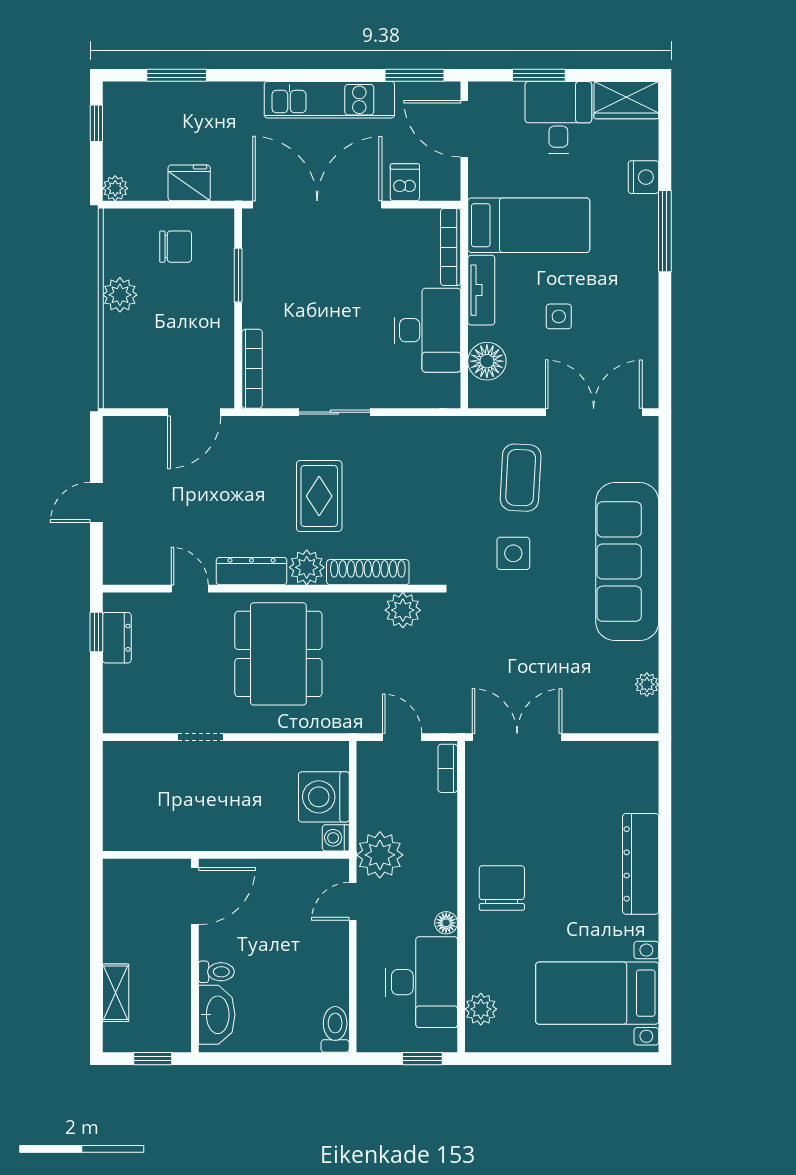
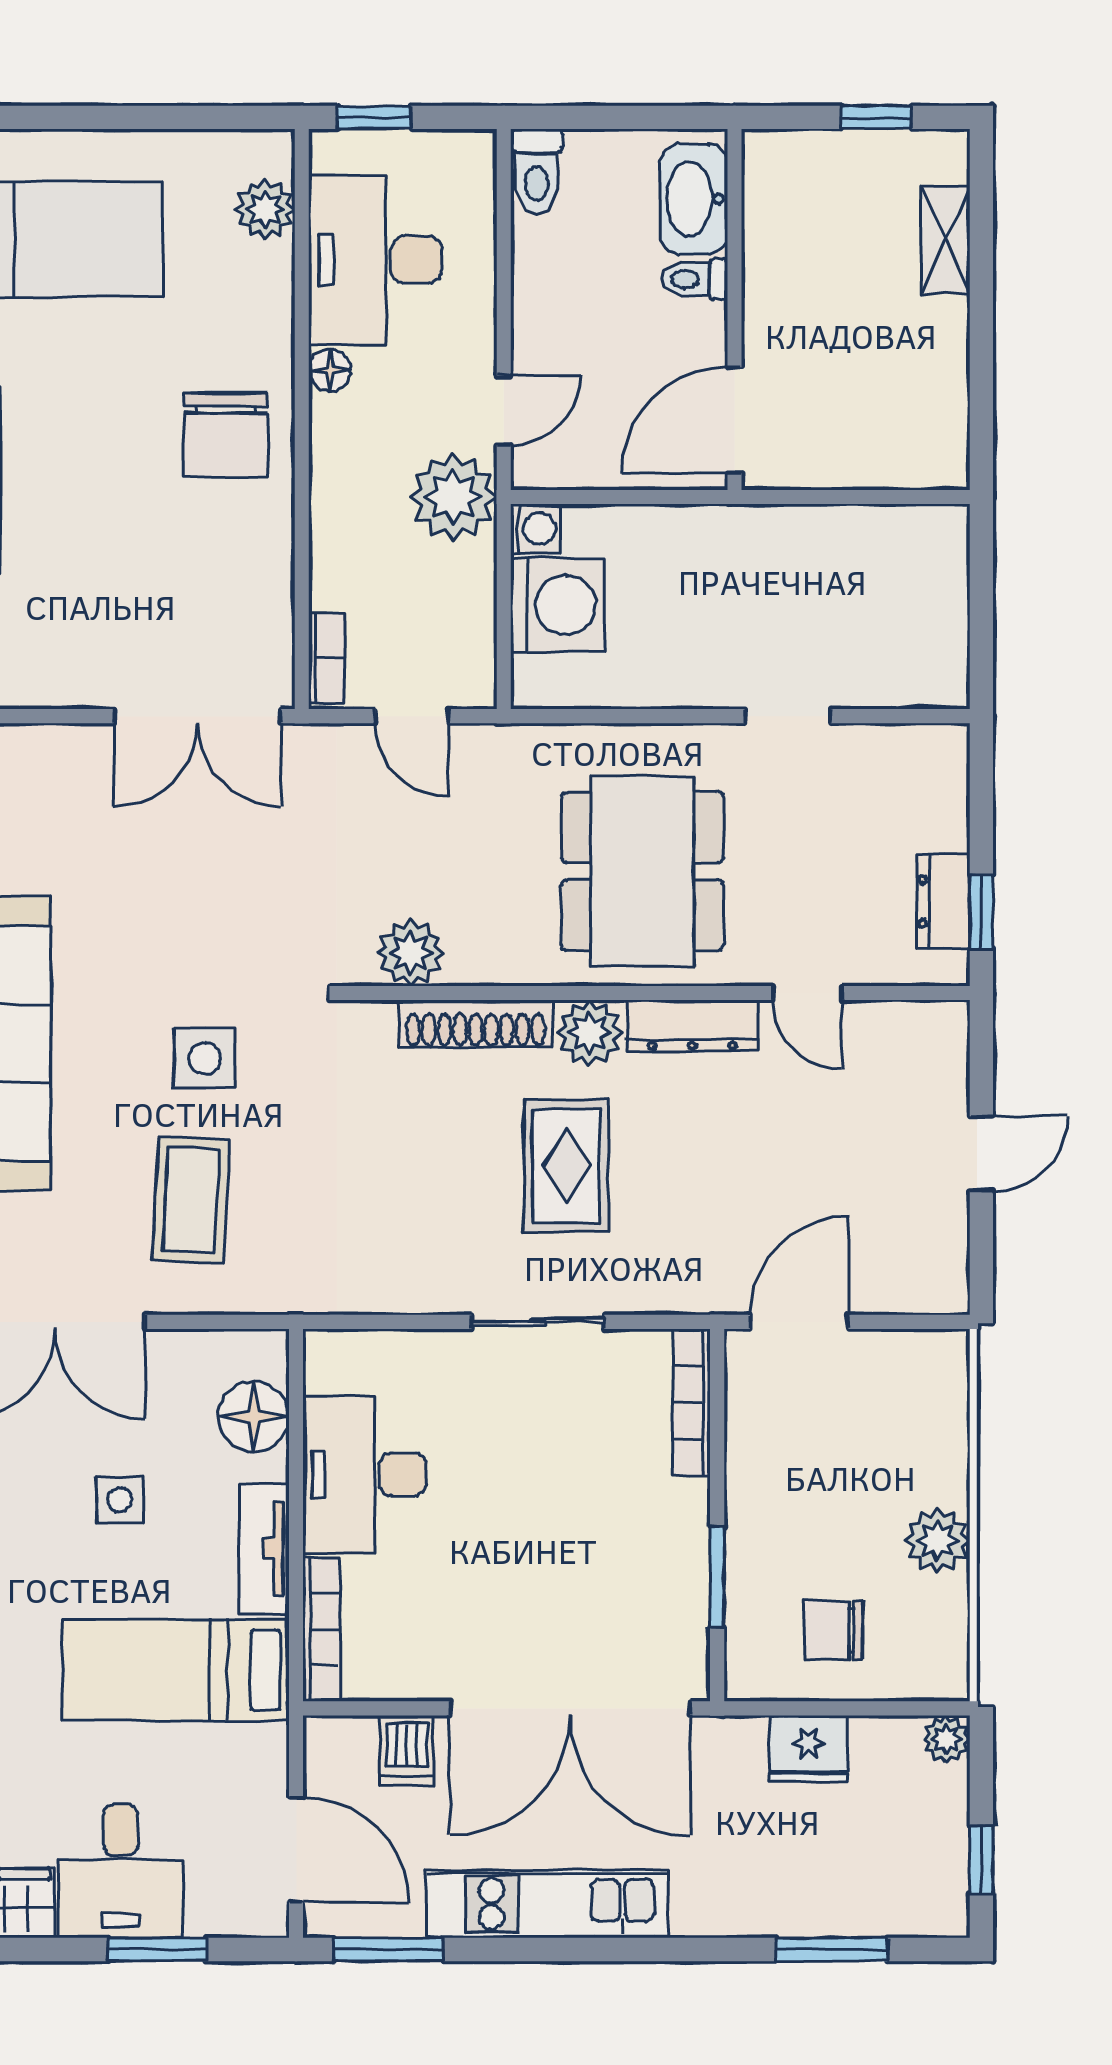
door: (195, 896) -> (734, 420), moved
wall: (195, 955) -> (734, 309), moved
toilet: (216, 972) -> (694, 279), moved
washbasin: (217, 1015) -> (694, 199), moved

